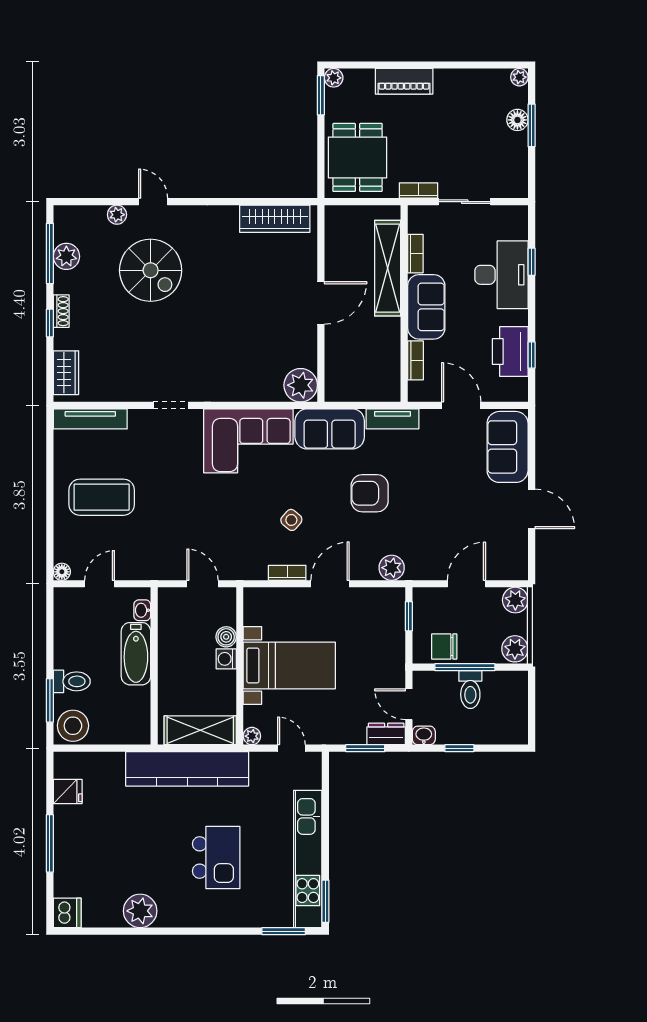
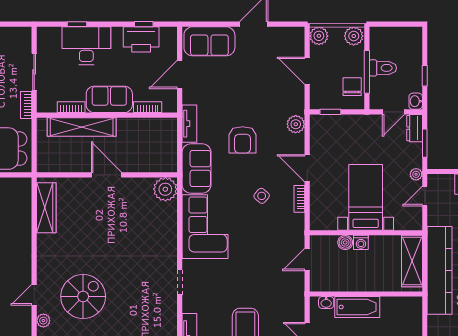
chair: (444, 646) -> (352, 87), turned 180
plant: (252, 736) -> (416, 174), moved

